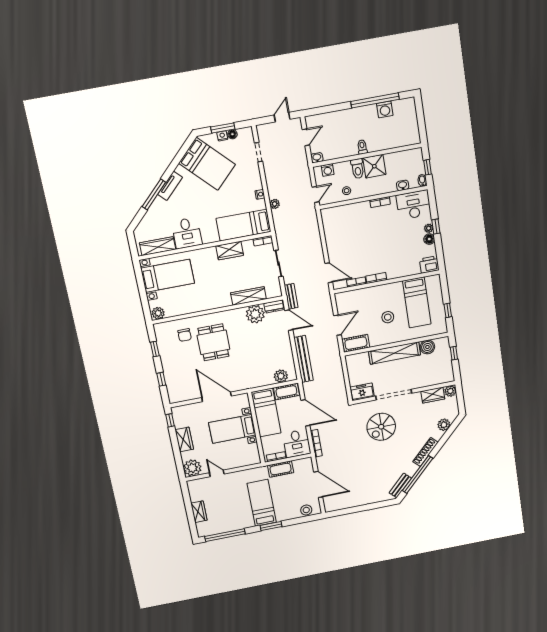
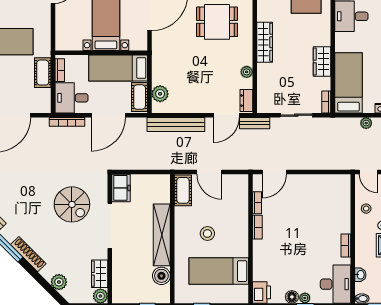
wardrobe: (248, 296) -> (265, 42), moved
plant: (255, 314) -> (247, 72), width x0.53, depth x0.53
spiral stairs: (381, 427) -> (72, 204), turned 180

